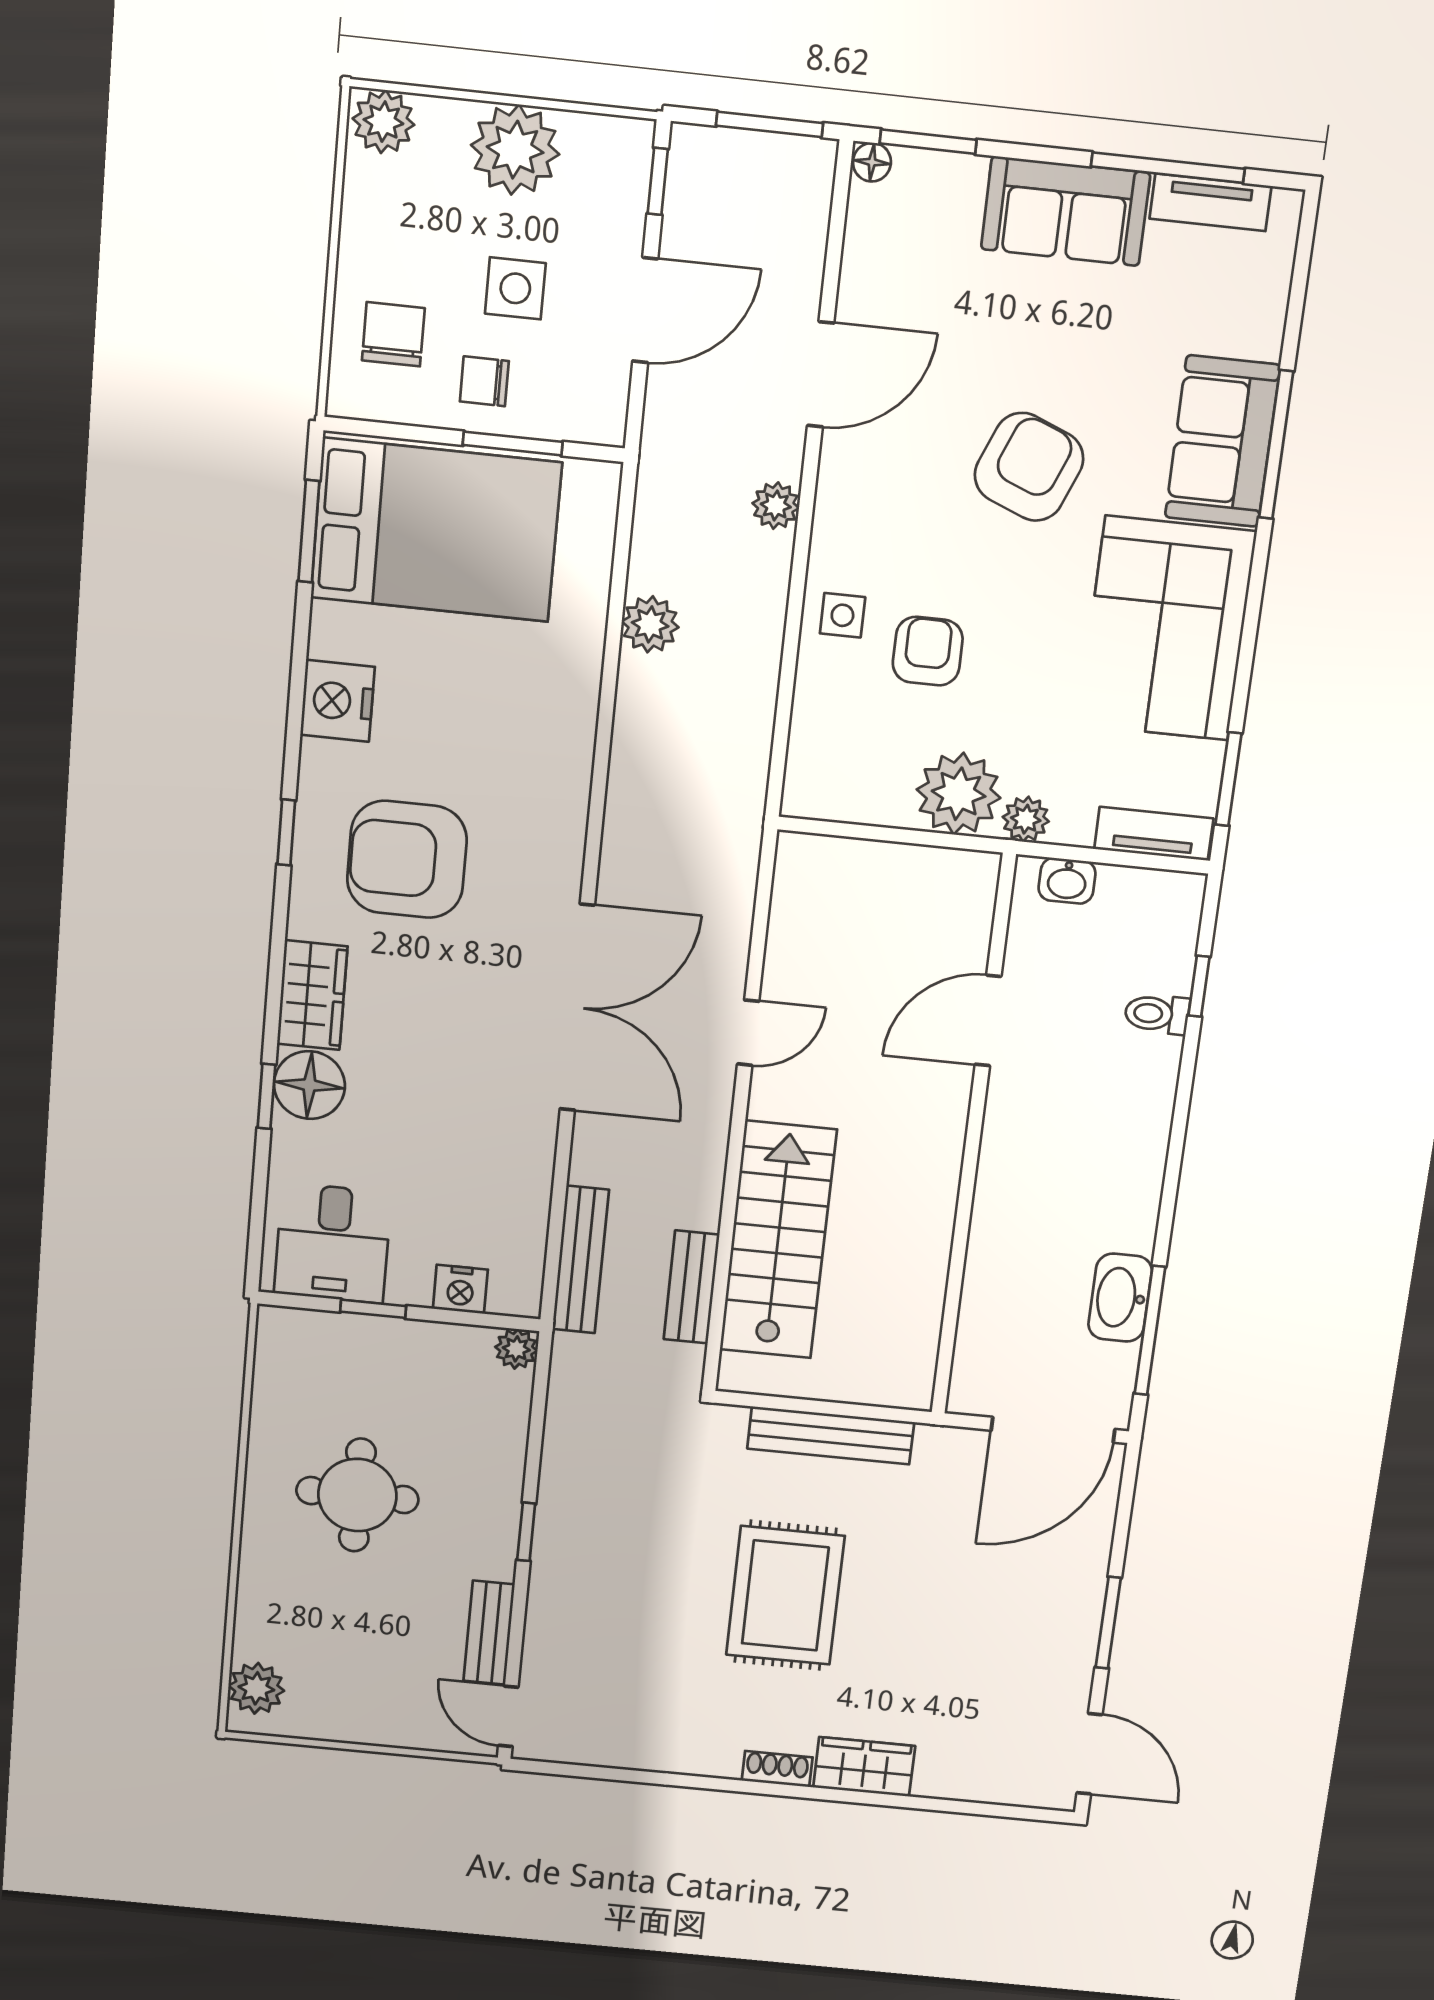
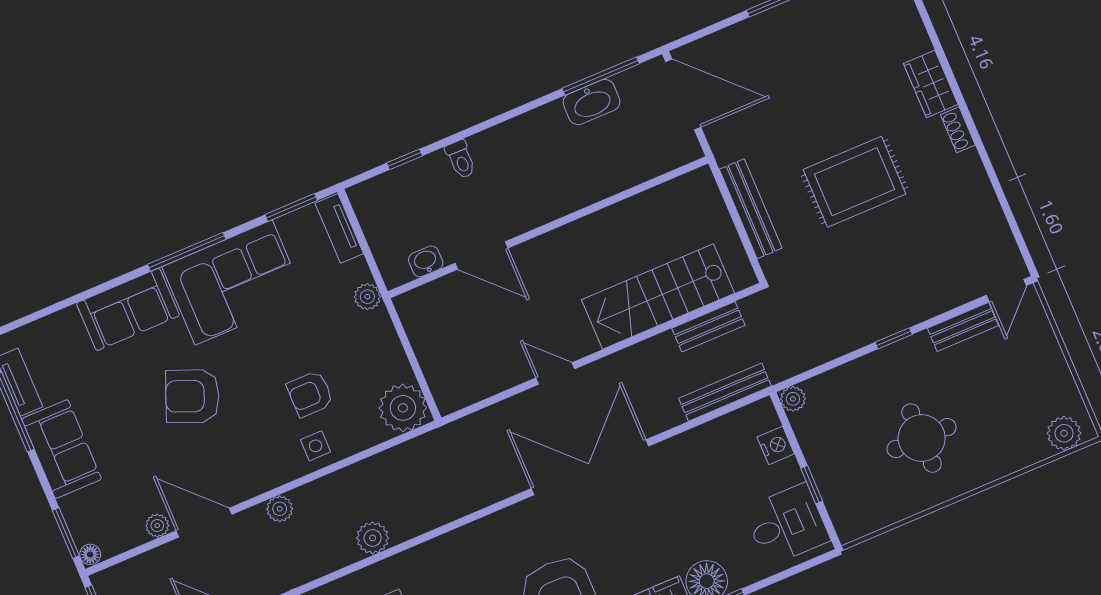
plant: (858, 297) -> (157, 526), added
window: (1276, 445) -> (187, 252), moved
plant: (959, 794) -> (403, 408), moved
washbasin: (1067, 881) -> (426, 261), moved, turned -90
toilet: (1157, 1014) -> (461, 159), moved

